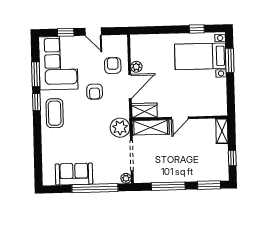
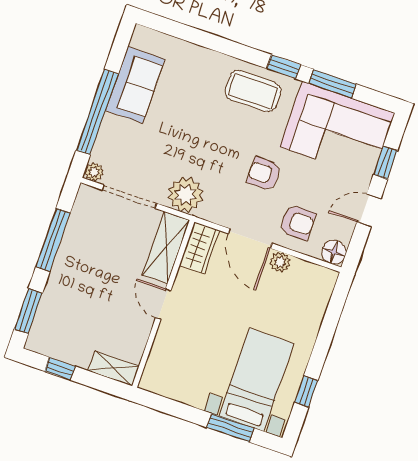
floor lamp: (121, 41) -> (334, 252), added

